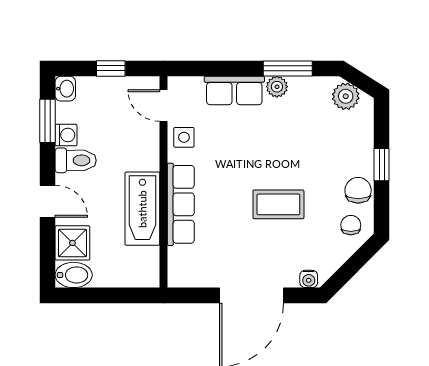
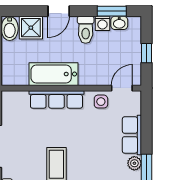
washbasin: (65, 89) -> (119, 23), moved

